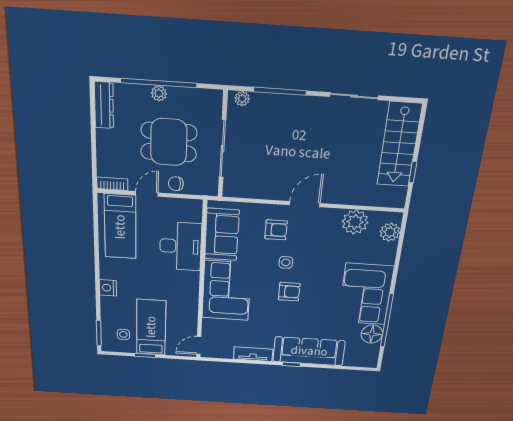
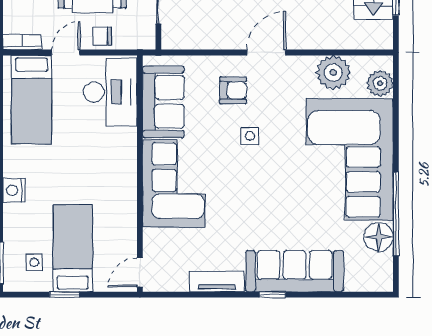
desk: (181, 246) -> (110, 92), moved
armchair: (289, 292) -> (258, 179), removed
corner sofa: (366, 294) -> (350, 159), width x1.36, depth x1.36

